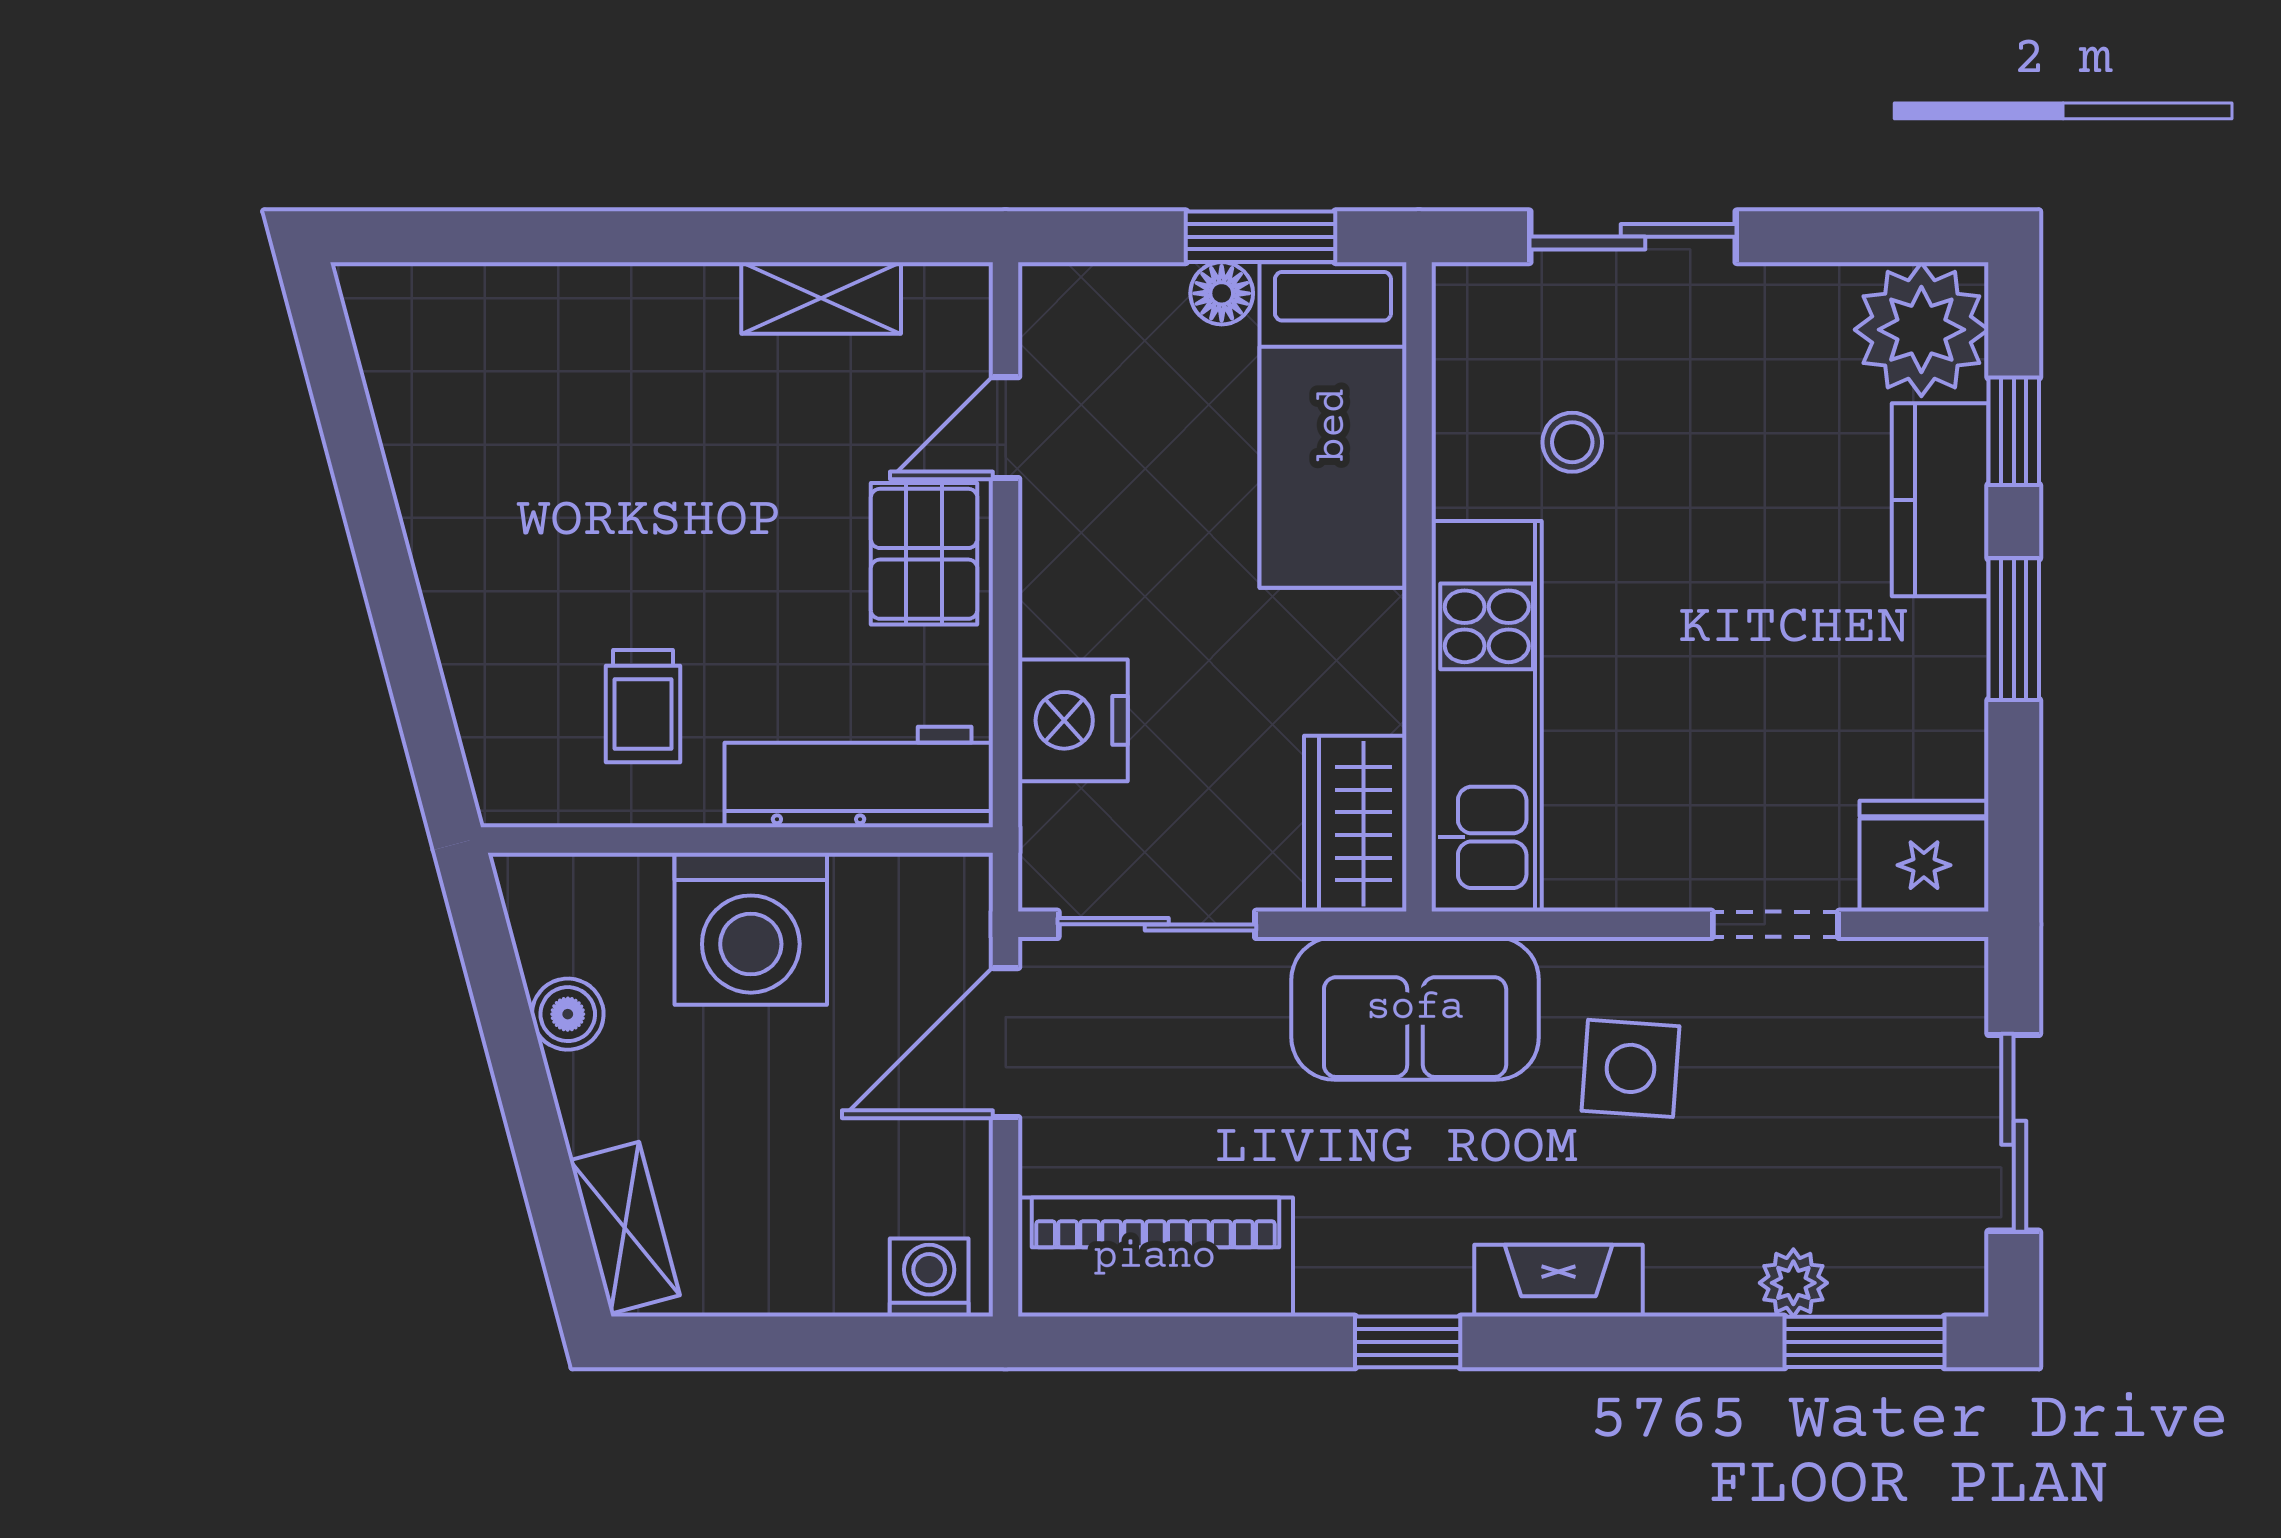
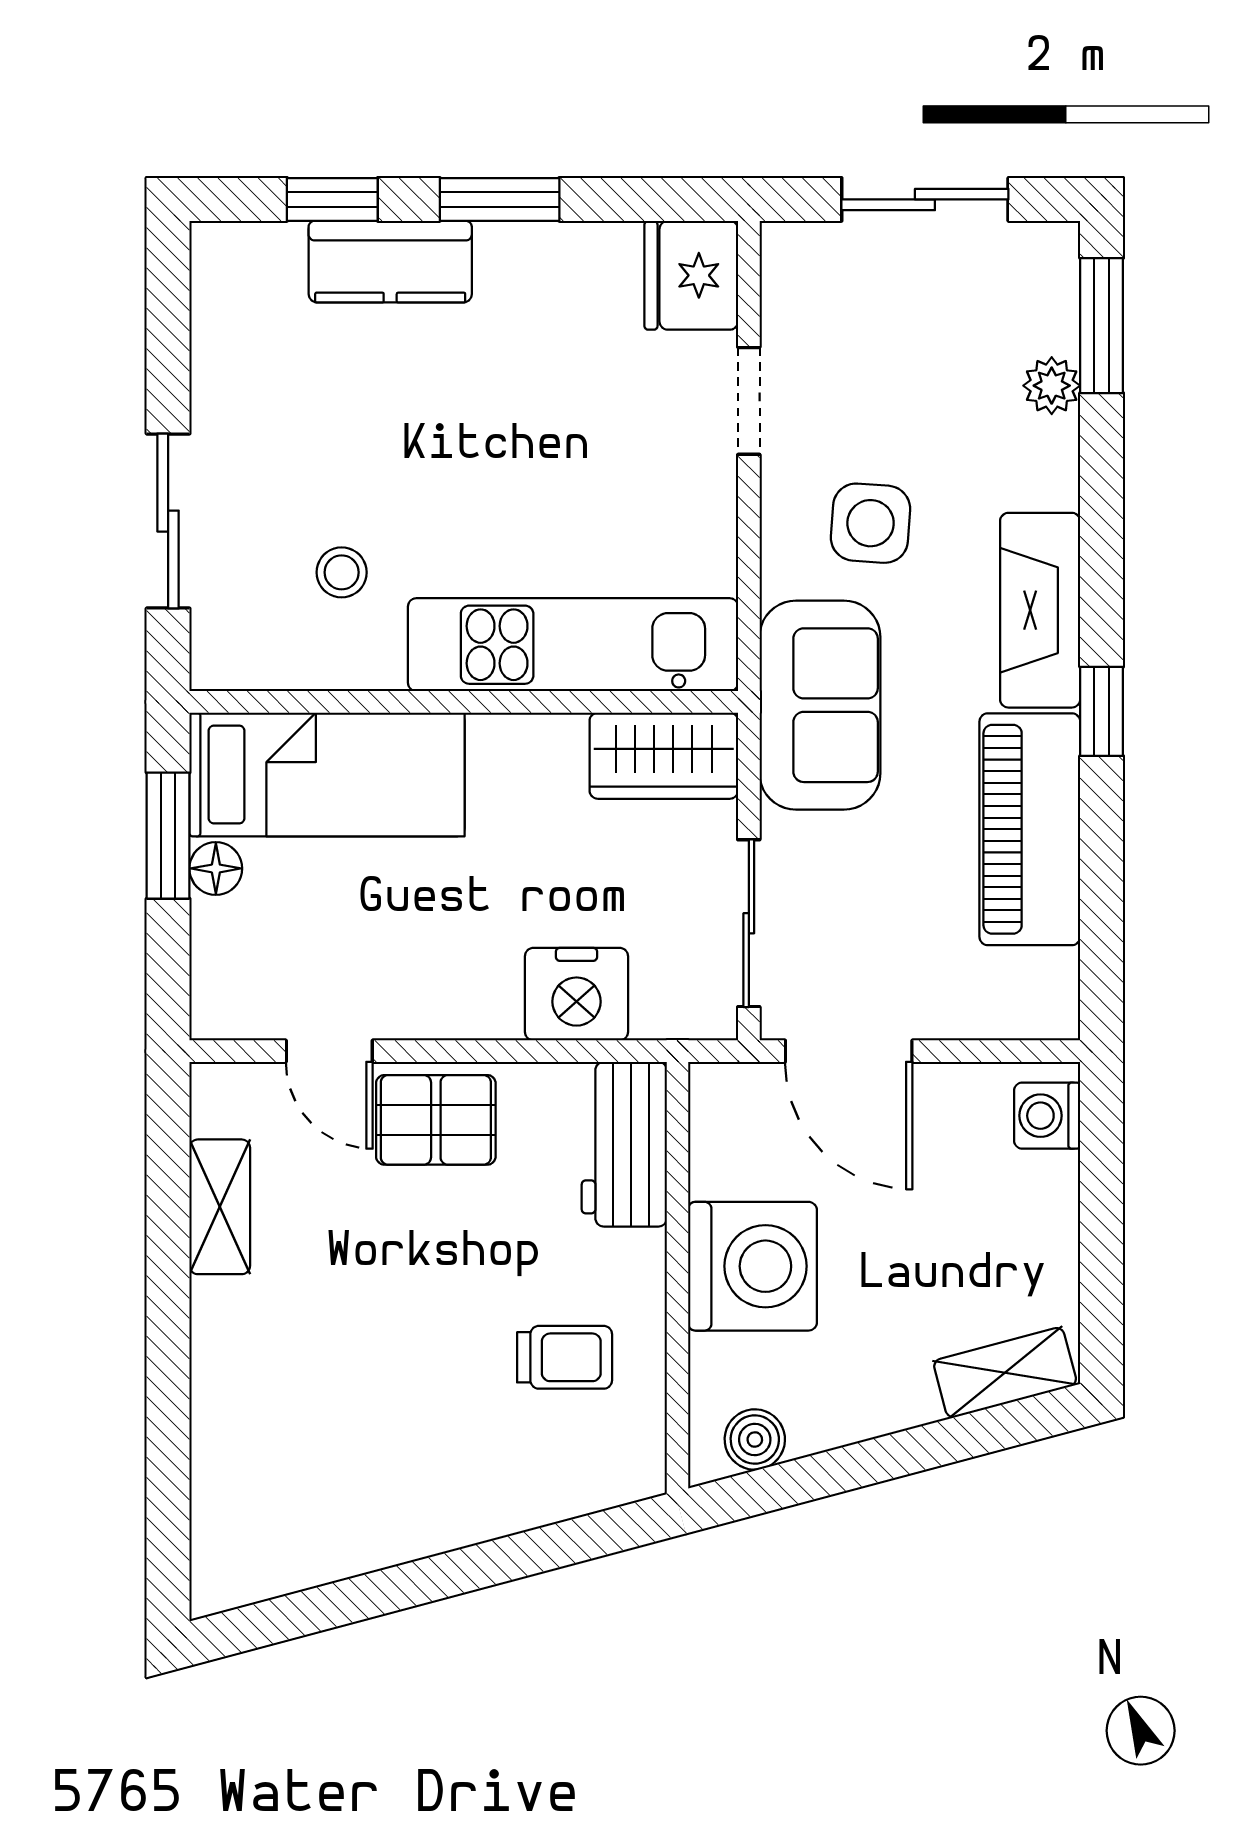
plant: (1921, 330) -> (246, 277), removed
workbench: (859, 777) -> (624, 1144), width x0.73
boiler: (568, 1014) -> (755, 1439), moved
piano: (1155, 1257) -> (1030, 829), moved
fireplace: (1559, 1281) -> (1040, 610), width x1.37, depth x1.32

